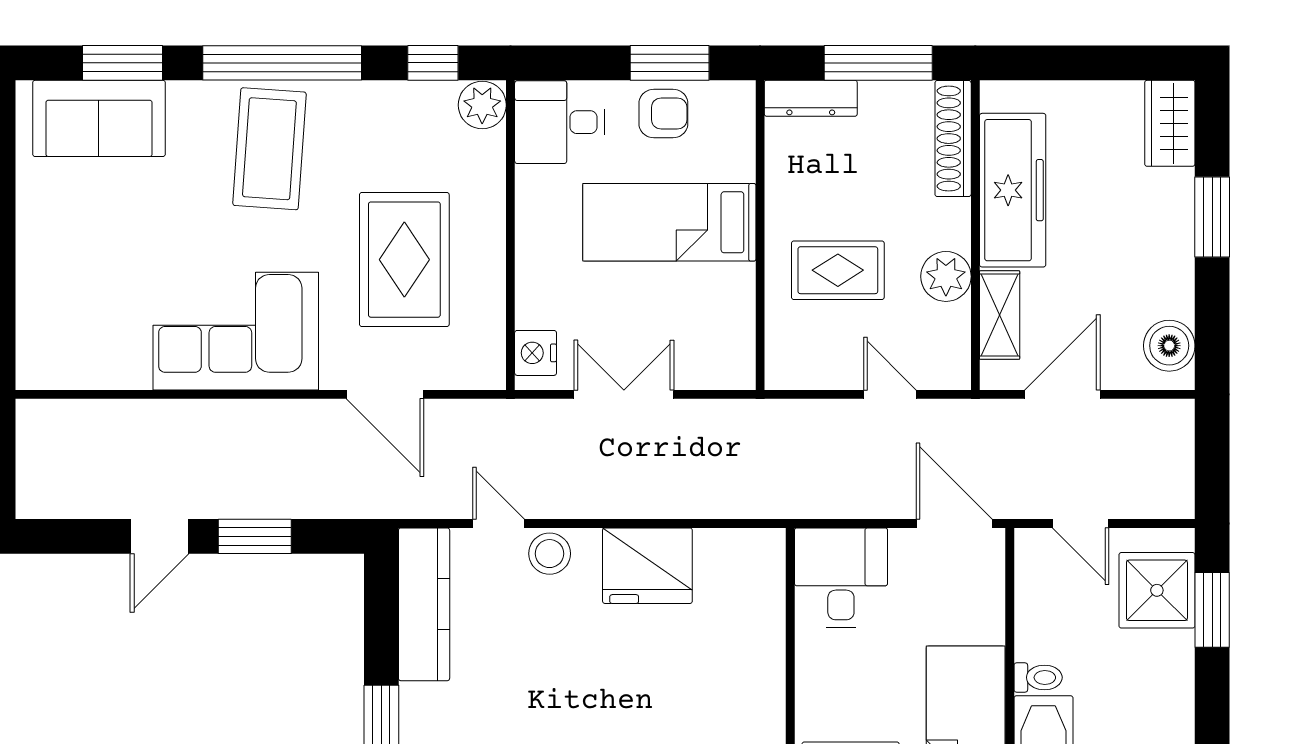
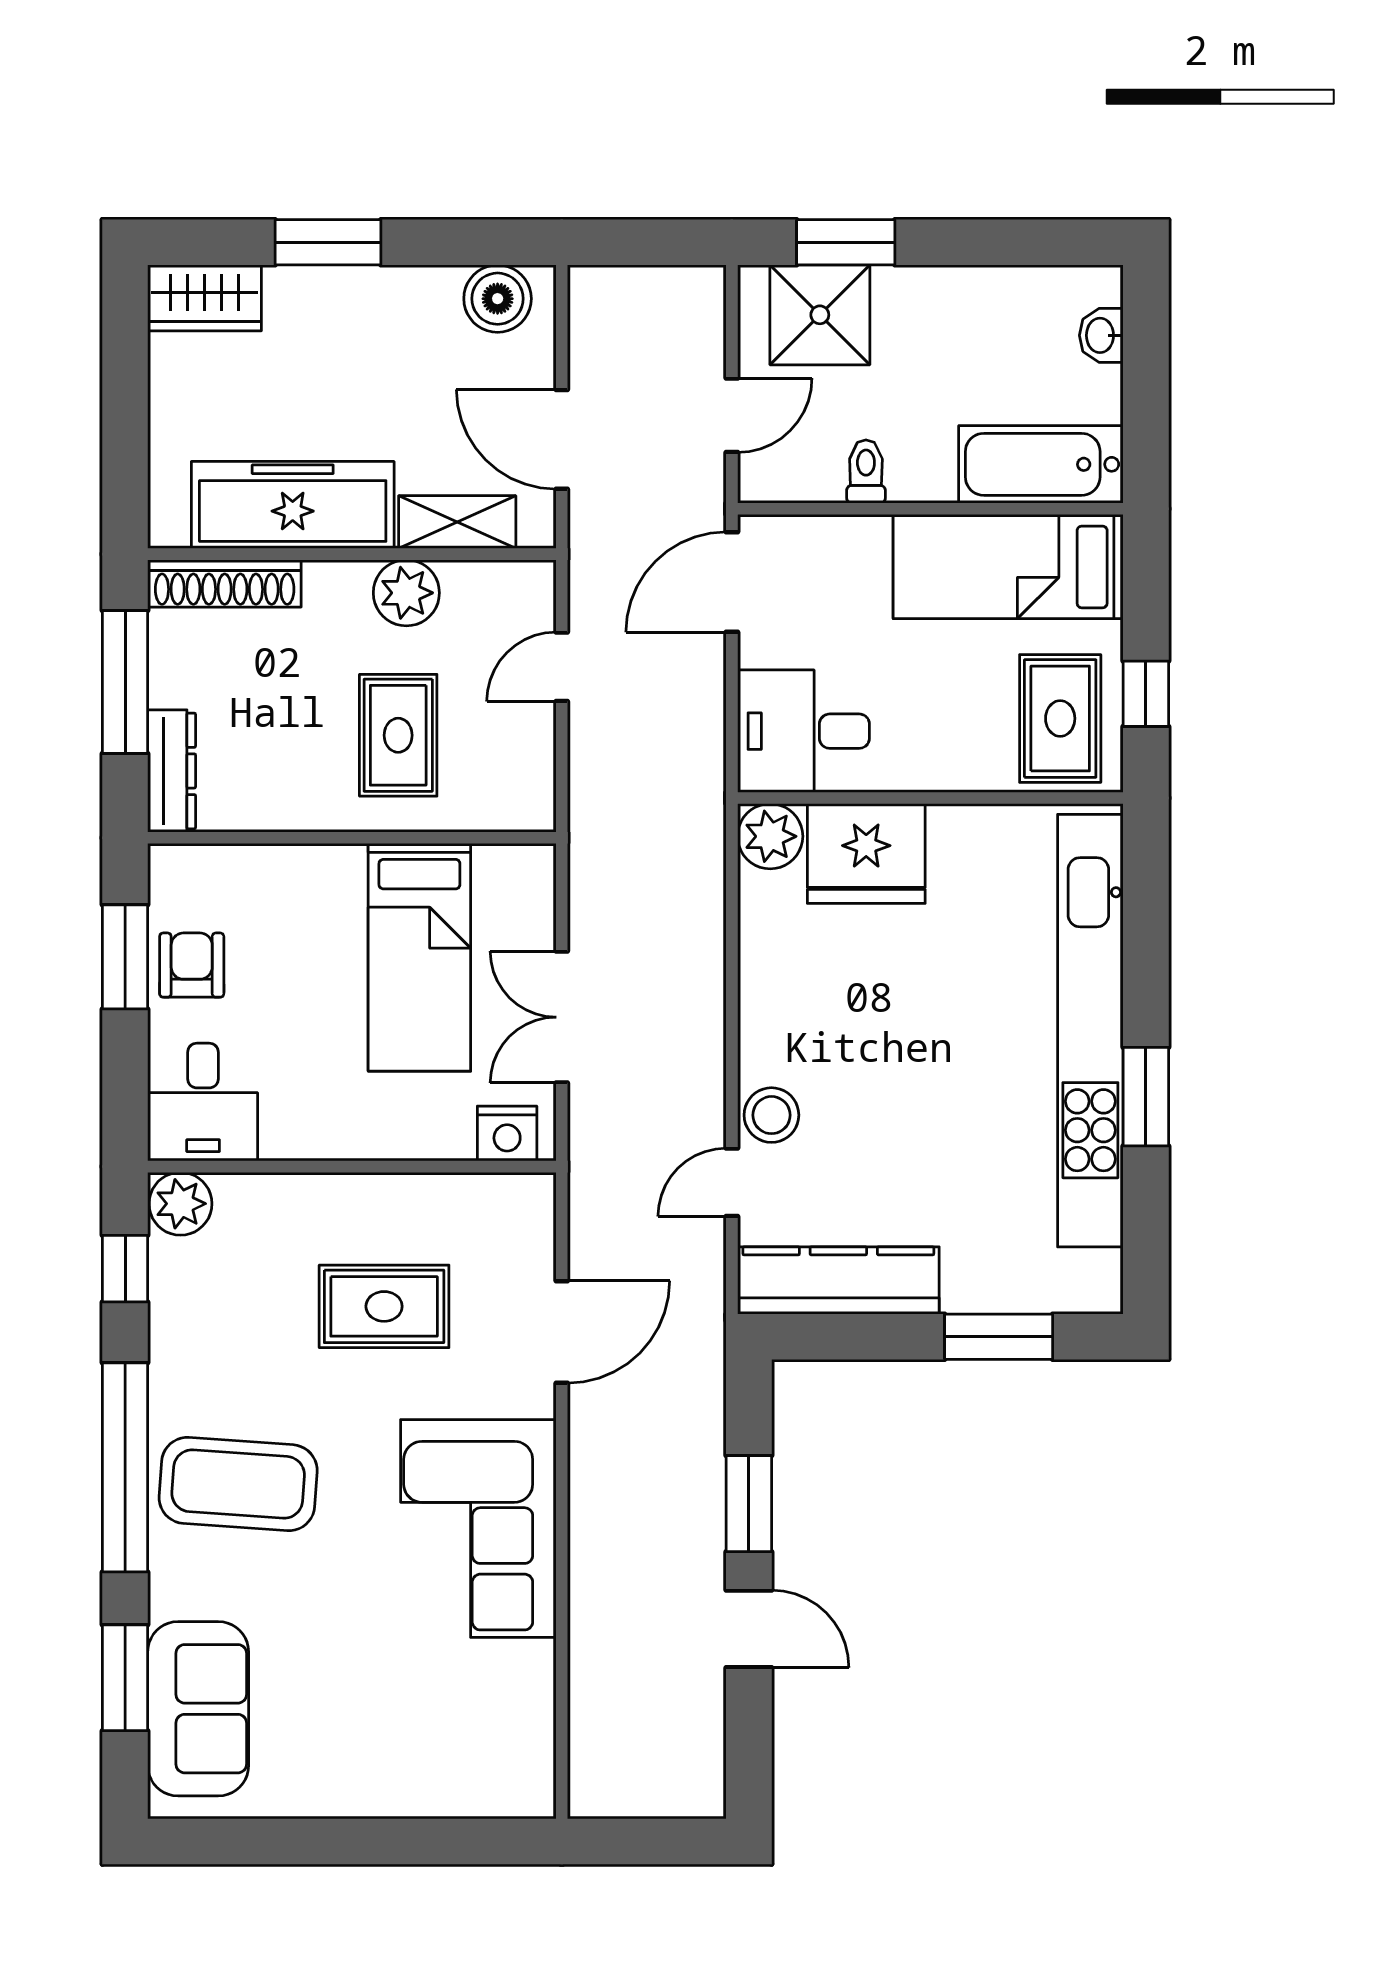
bed: (669, 222) -> (419, 957), moved
rug: (404, 260) -> (384, 1306), width x0.73, depth x0.70
plant: (761, 553) -> (770, 836), added
fridge: (647, 566) -> (866, 854), moved, turned 90
toilet: (1038, 677) -> (866, 471), moved

